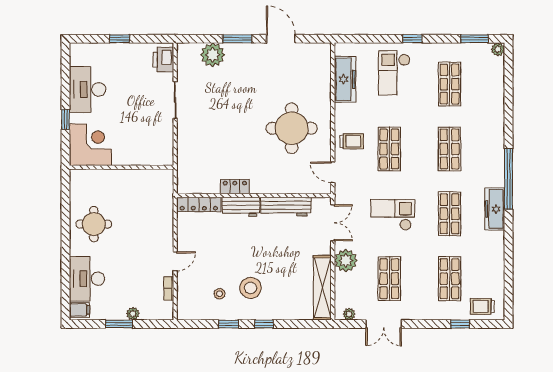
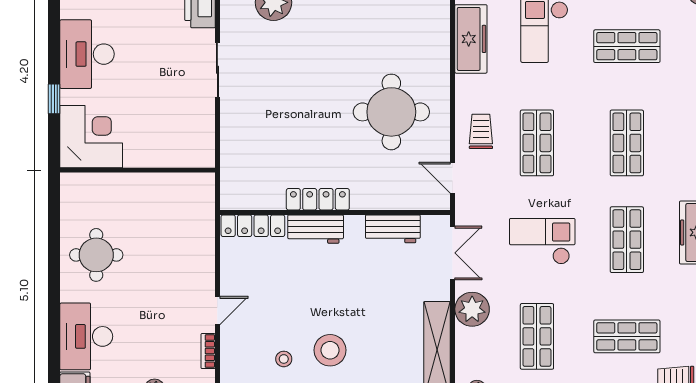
shop shelf: (450, 84) -> (627, 46), turned 90
trolley: (352, 141) -> (481, 131), turned -90
locker: (235, 187) -> (318, 199), width x1.53
workbench: (286, 207) -> (393, 229), width x0.73
shop shelf: (450, 279) -> (627, 336), turned 90

